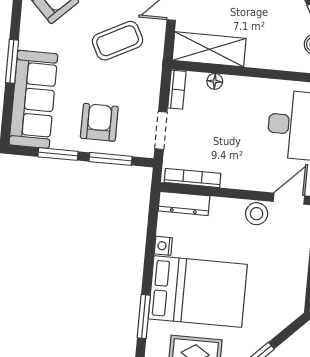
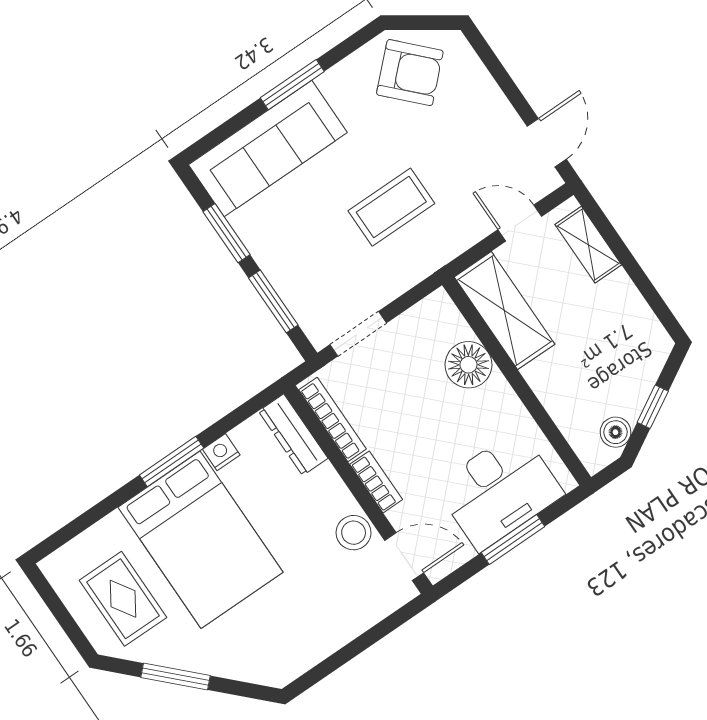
coffee table: (118, 41) -> (391, 207), moved, turned -63
floor lamp: (215, 81) -> (468, 365), width x1.89, depth x1.89
bookcase: (177, 90) -> (376, 482), moved, turned -90
armchair: (99, 122) -> (306, 251), removed
window: (144, 317) -> (172, 462), moved

